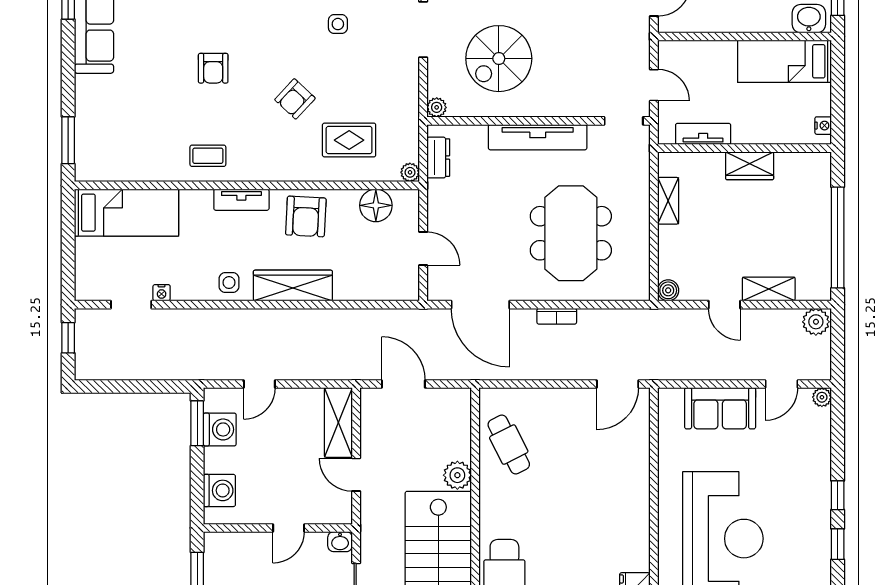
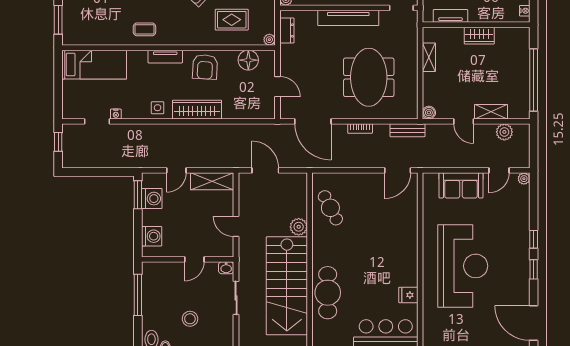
bench: (633, 319) -> (407, 130), added
plant: (816, 322) -> (504, 132), moved
shelving: (338, 423) -> (212, 181), moved, turned 90

